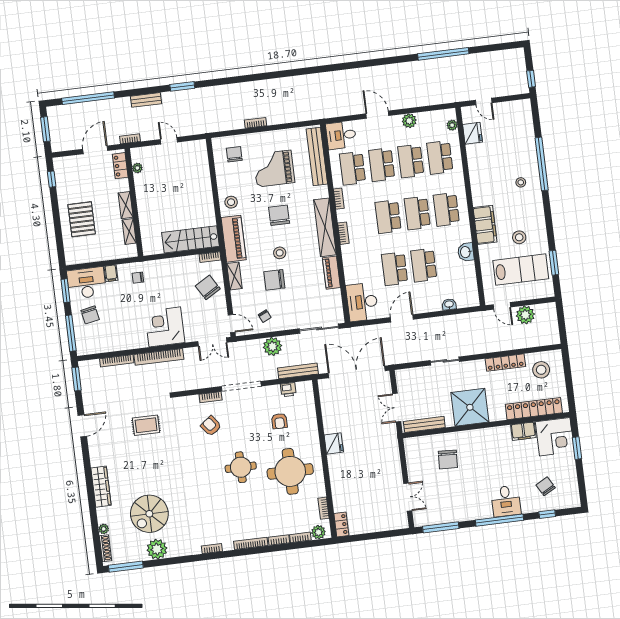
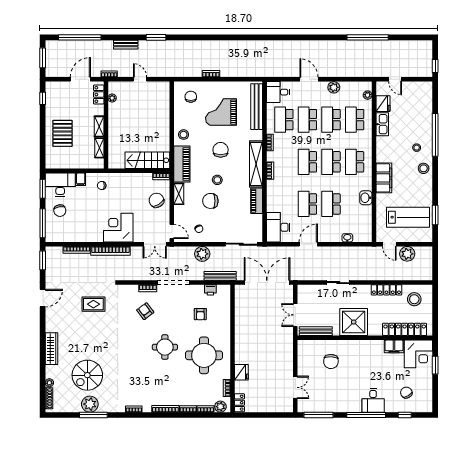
kitchen sink: (475, 159) -> (382, 124), added
stool: (519, 237) -> (424, 168), moved
fridge: (334, 444) -> (241, 372), moved
window: (126, 567) -> (93, 415), moved

